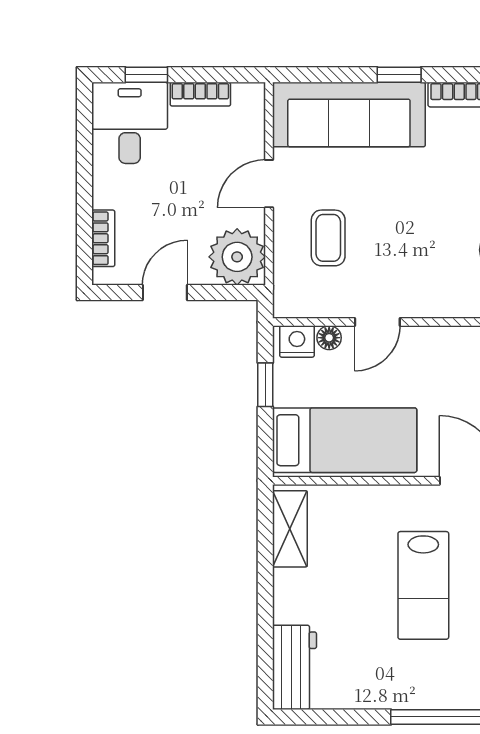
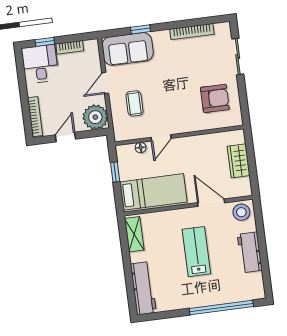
window: (399, 75) -> (141, 29), moved
sofa: (349, 115) -> (128, 49), width x0.73
bookcase: (103, 238) -> (35, 117), width x1.56
nightstand: (297, 342) -> (127, 151), removed
lab bench: (423, 585) -> (196, 252), turned 180
workbench: (295, 667) -> (143, 288), width x1.38

